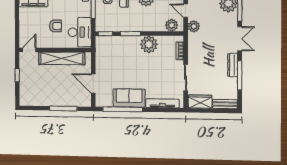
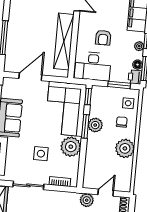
plant: (172, 25) -> (95, 125), moved
corner sofa: (117, 52) -> (66, 109), added
side table: (157, 69) -> (41, 154), added

